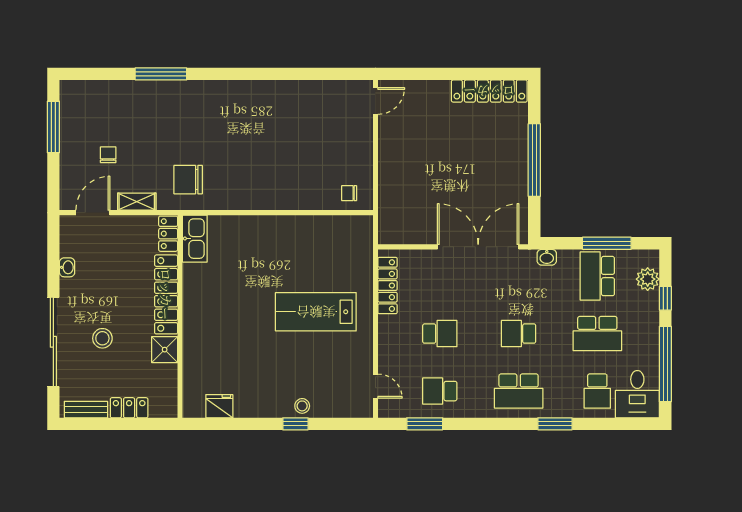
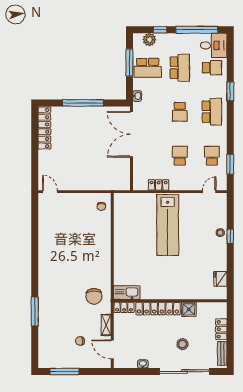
locker: (388, 286) -> (159, 185), width x0.66
lab bench: (316, 312) -> (168, 225), width x1.36
school desk: (440, 391) -> (212, 156), turned 180

